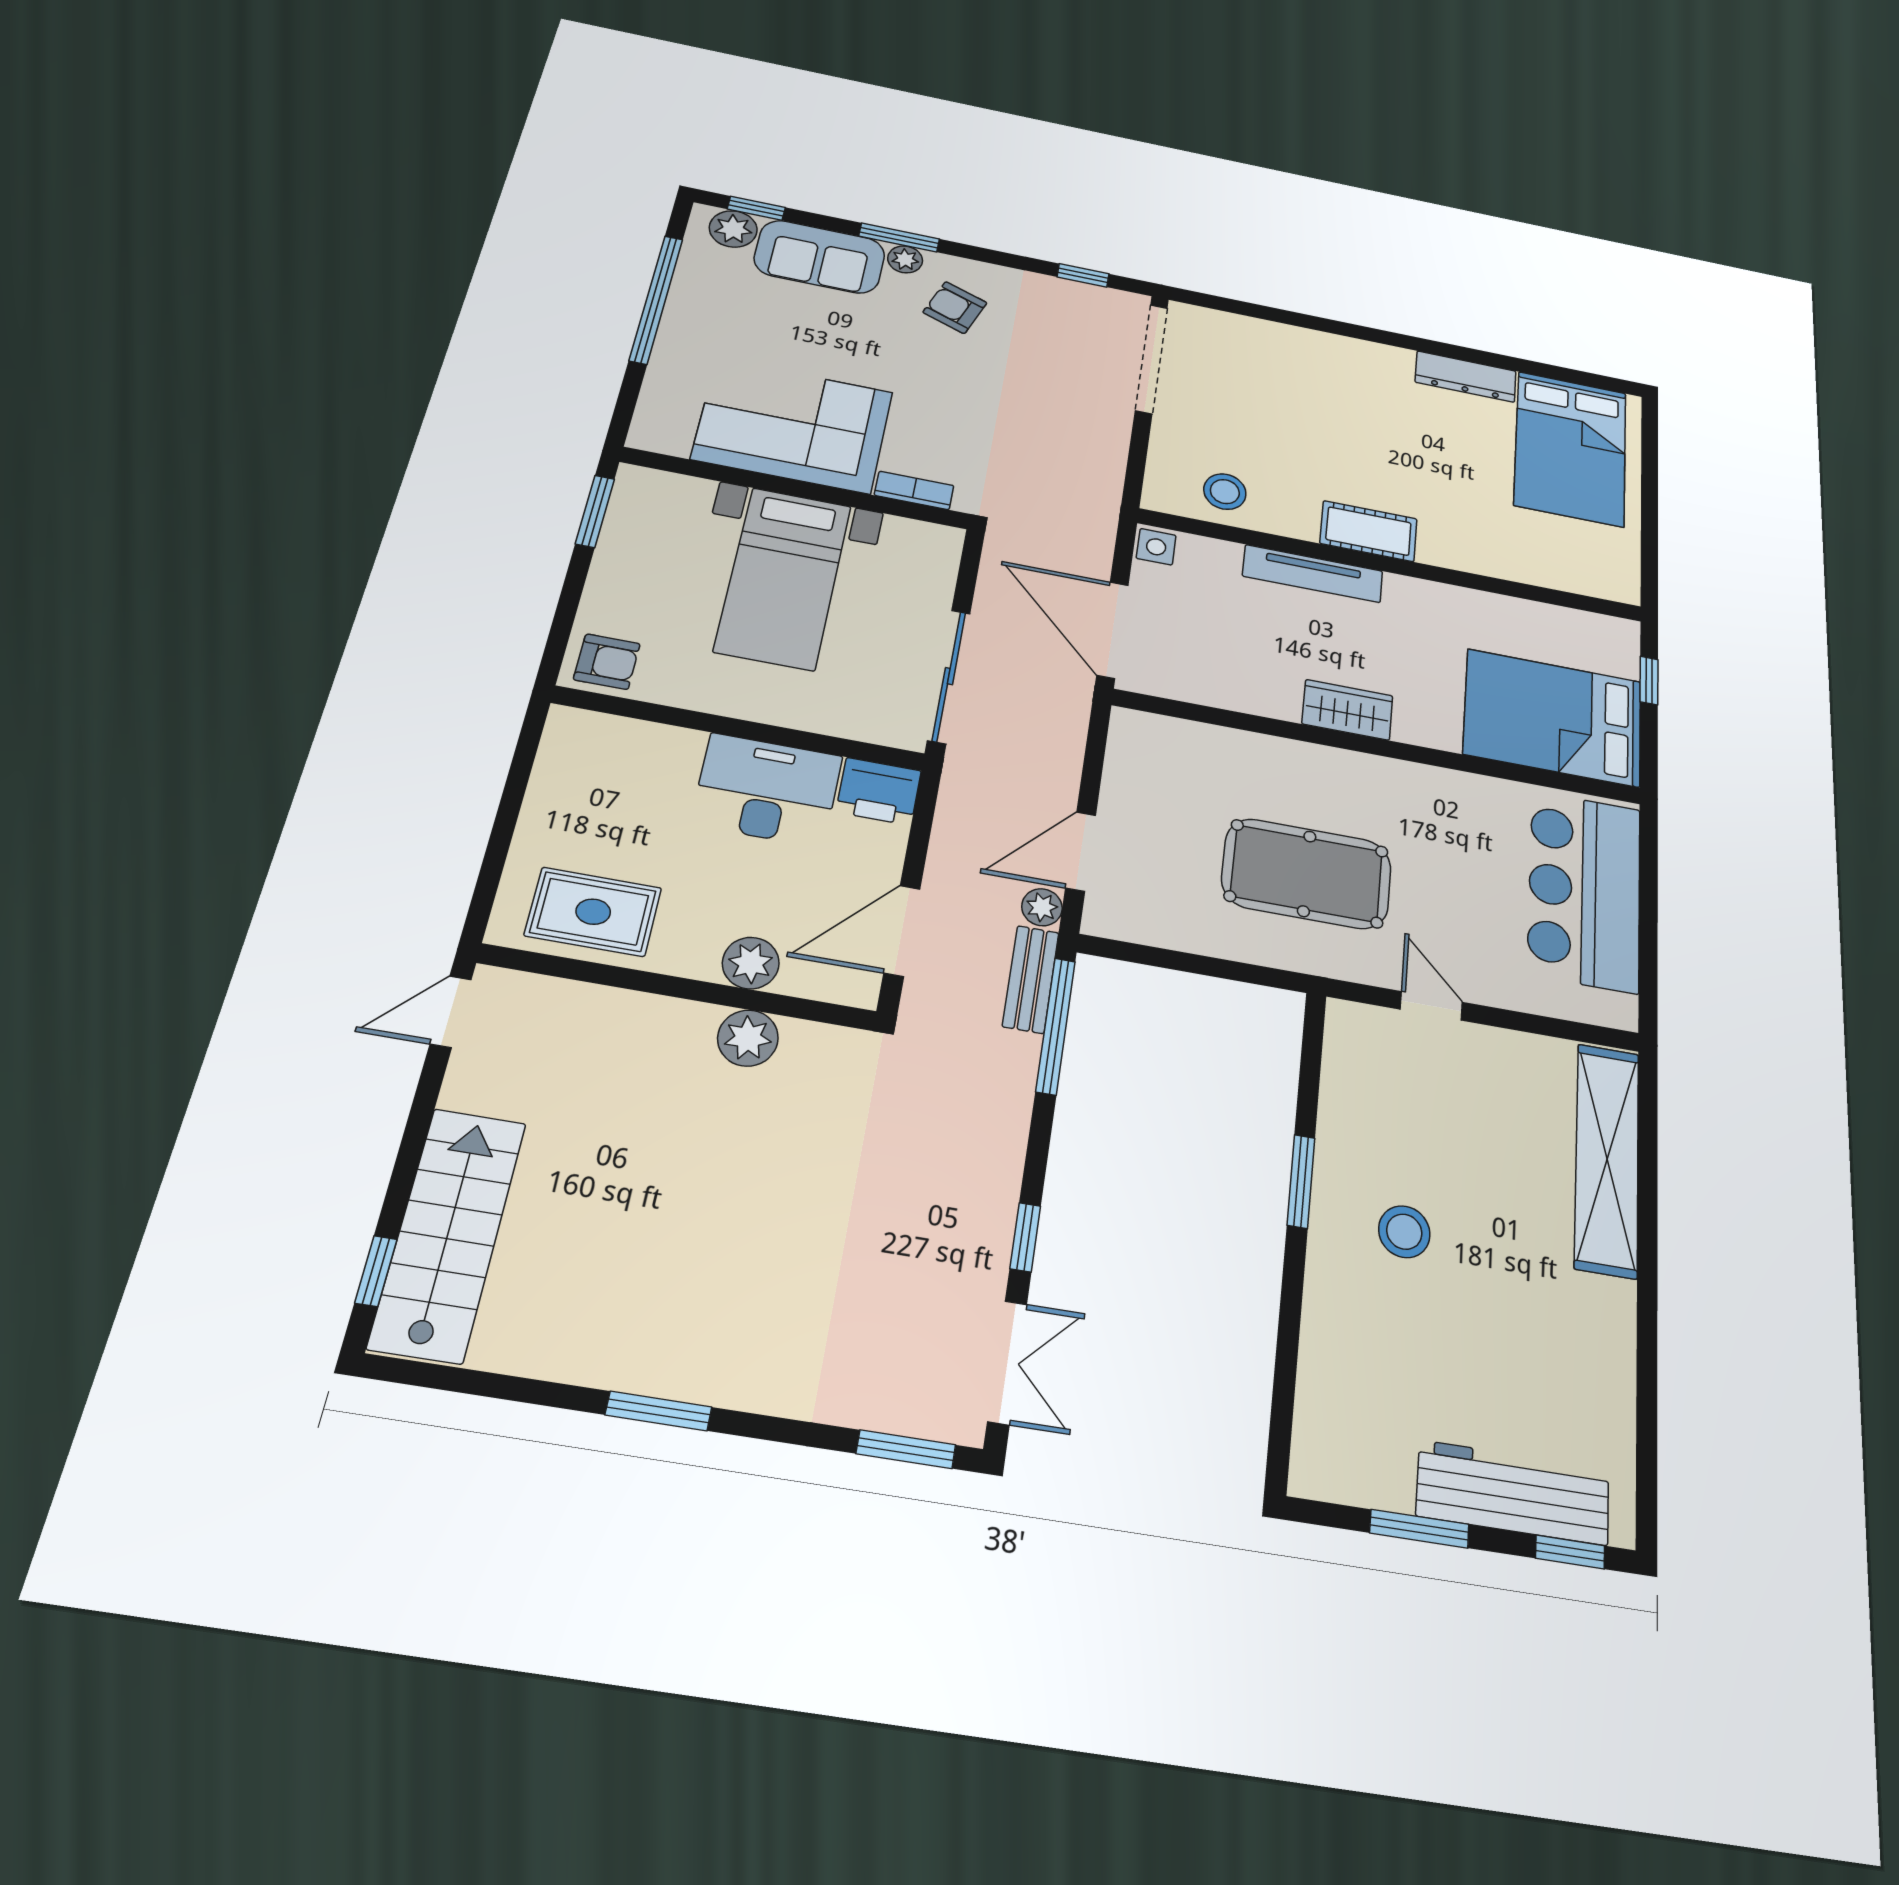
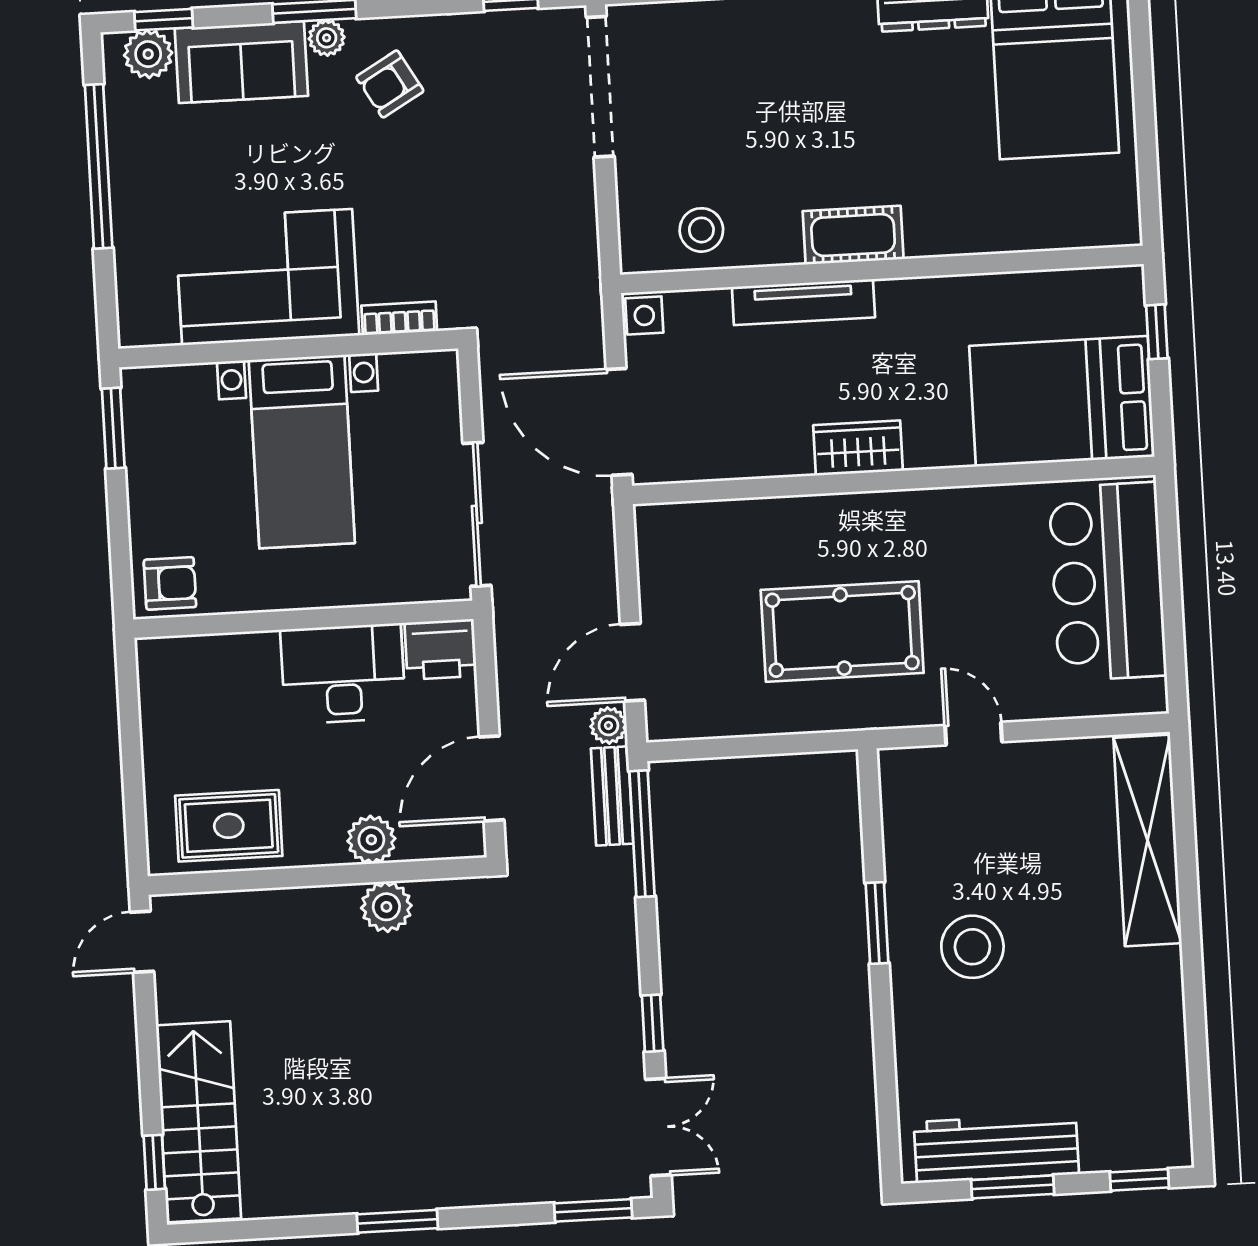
armchair: (955, 308) -> (390, 84), turned -50
stool: (1404, 1232) -> (972, 947), width x1.38, depth x1.38
workbench: (1513, 1493) -> (996, 1148), moved

